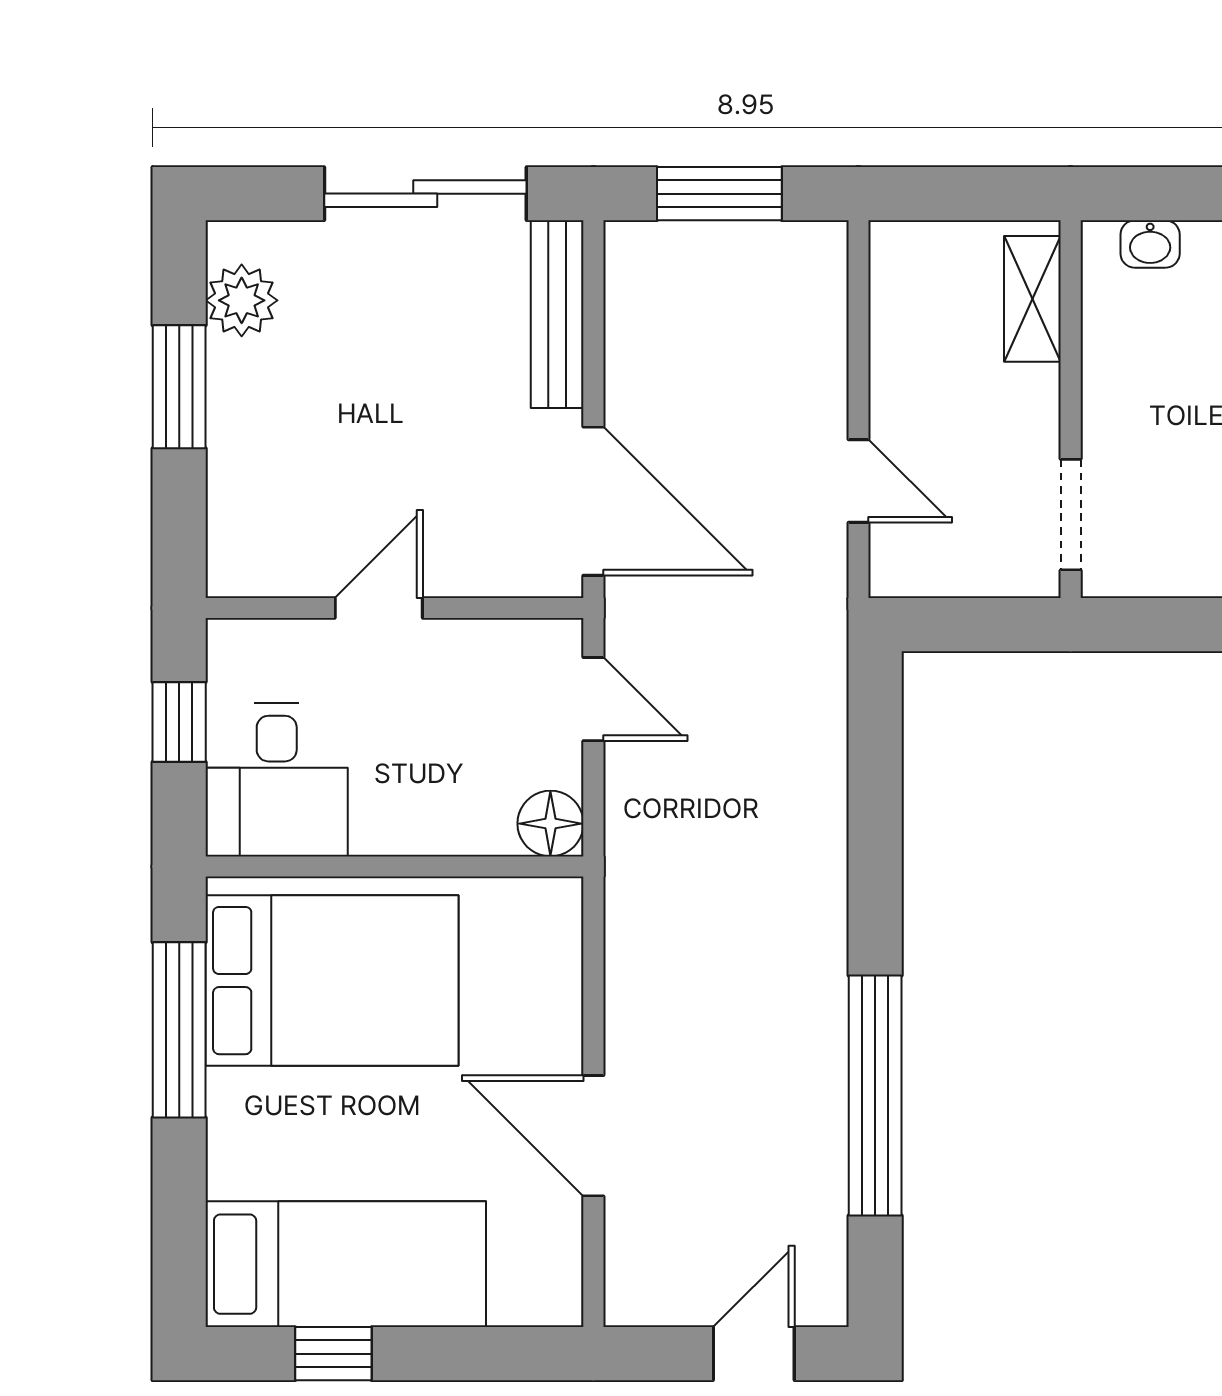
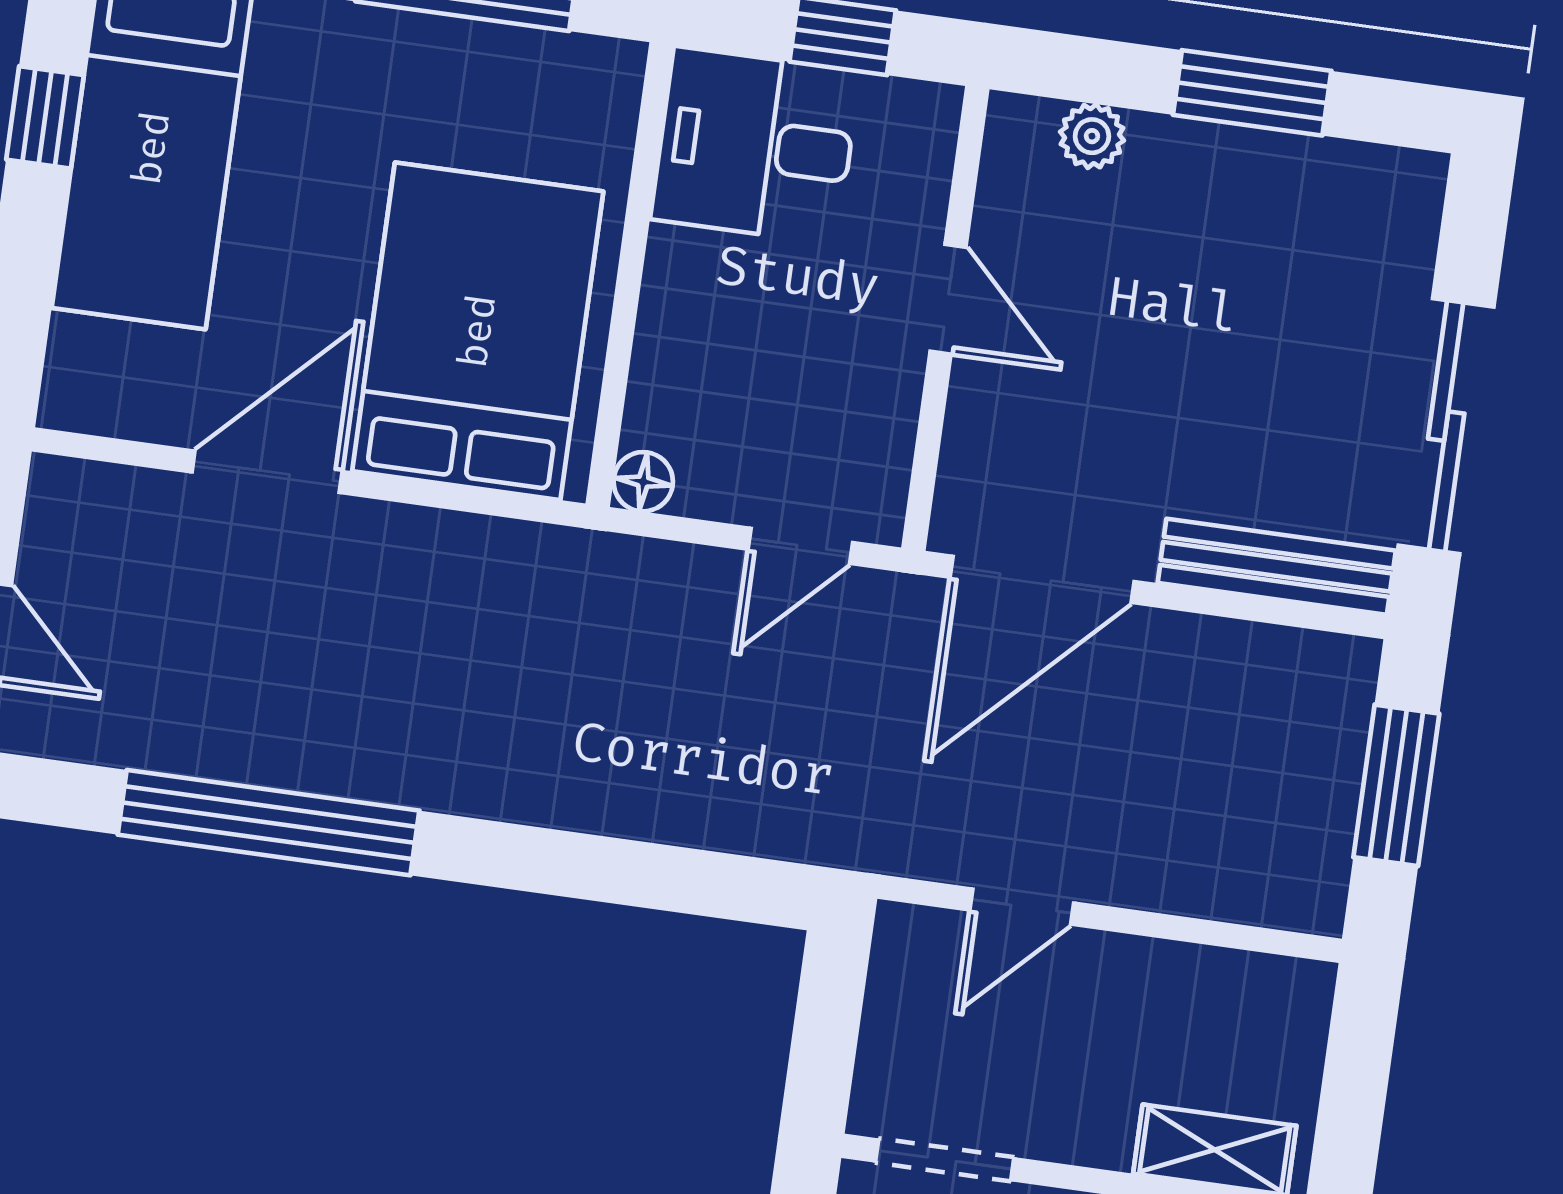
plant: (242, 300) -> (1092, 136), moved, width x0.73, depth x0.73
floor lamp: (550, 824) -> (643, 482), width x0.73, depth x0.73
bed: (332, 981) -> (478, 331), moved, turned 180

